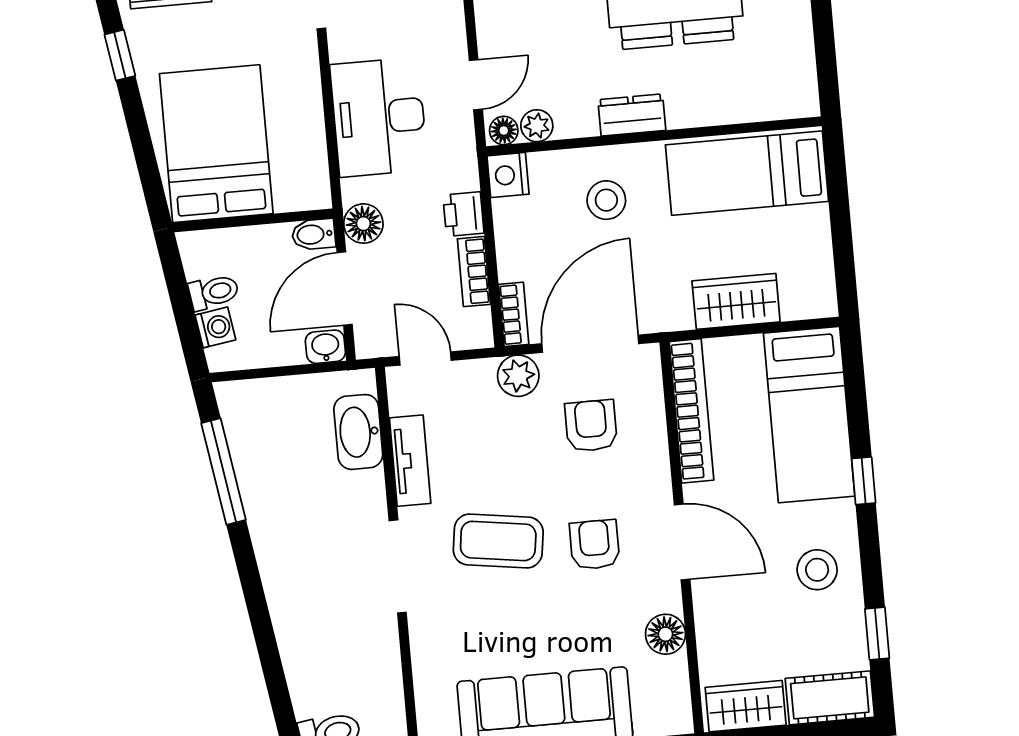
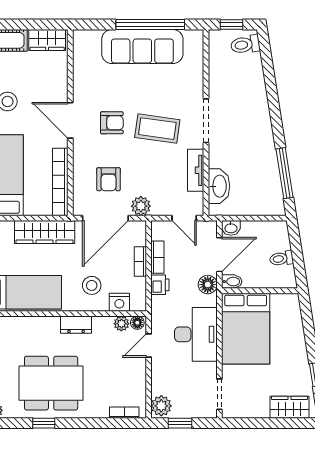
bed: (216, 144) -> (246, 329), moved
nightstand: (508, 175) -> (119, 302), moved, turned 90
wardrobe: (736, 301) -> (45, 232), width x1.50
bookcase: (514, 314) -> (140, 262), moved
washing machine: (215, 327) -> (282, 242), removed
armchair: (595, 545) -> (112, 123), turned -90
floor lamp: (665, 634) -> (82, 77), removed

